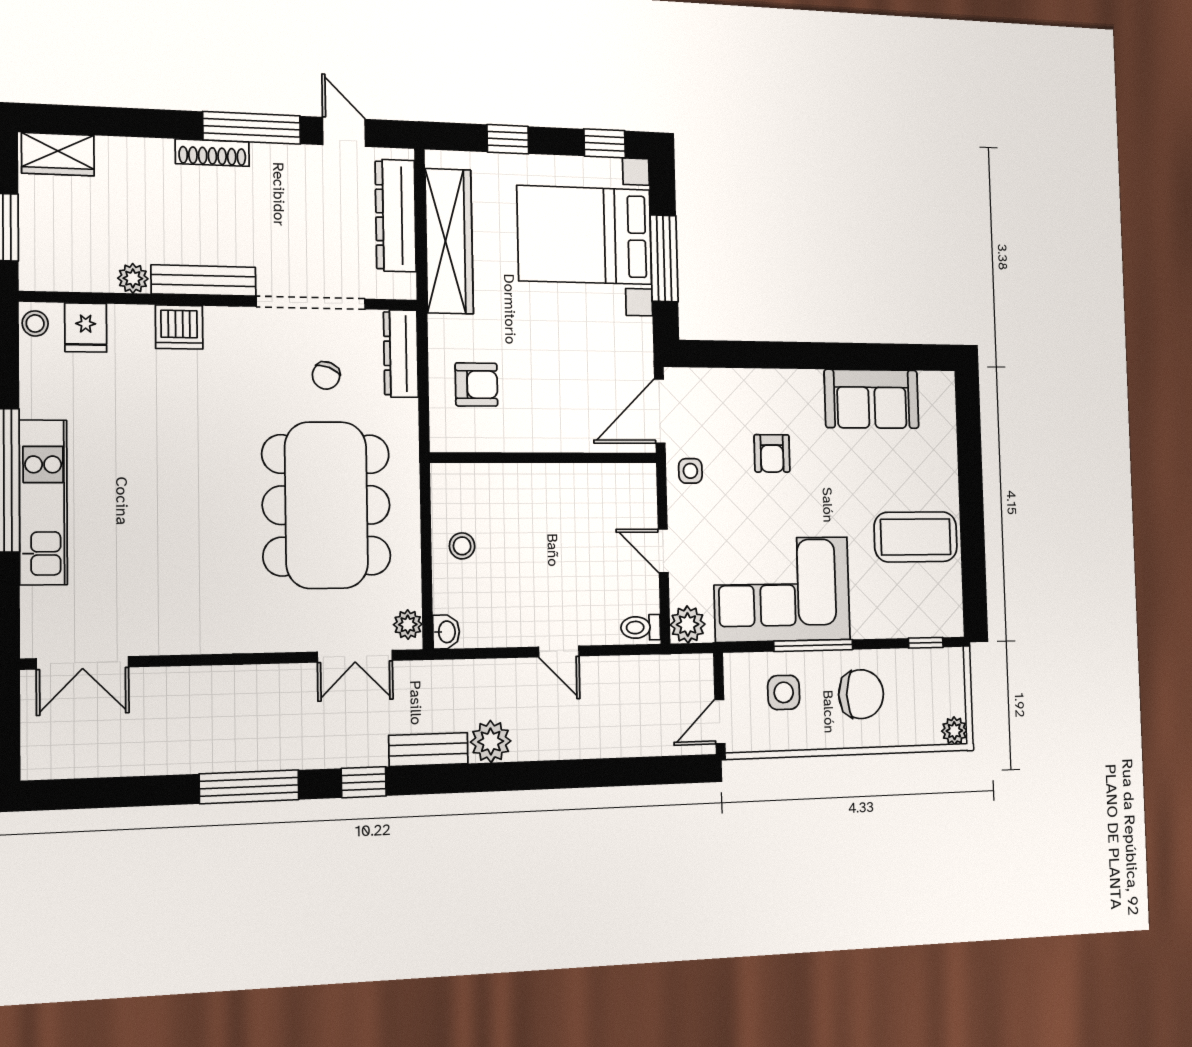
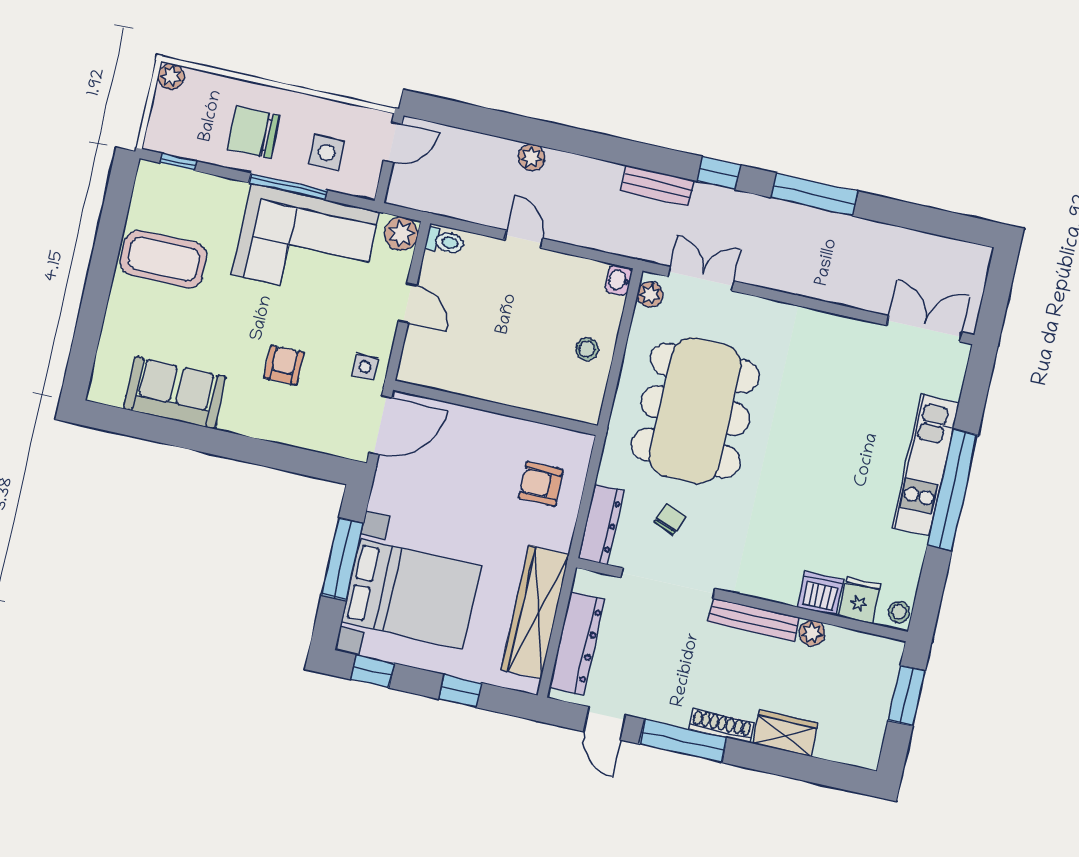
wardrobe: (58, 154) -> (785, 733), moved
dishwasher: (179, 327) -> (821, 593), moved
plant: (491, 741) -> (532, 158), moved, width x0.73, depth x0.73

